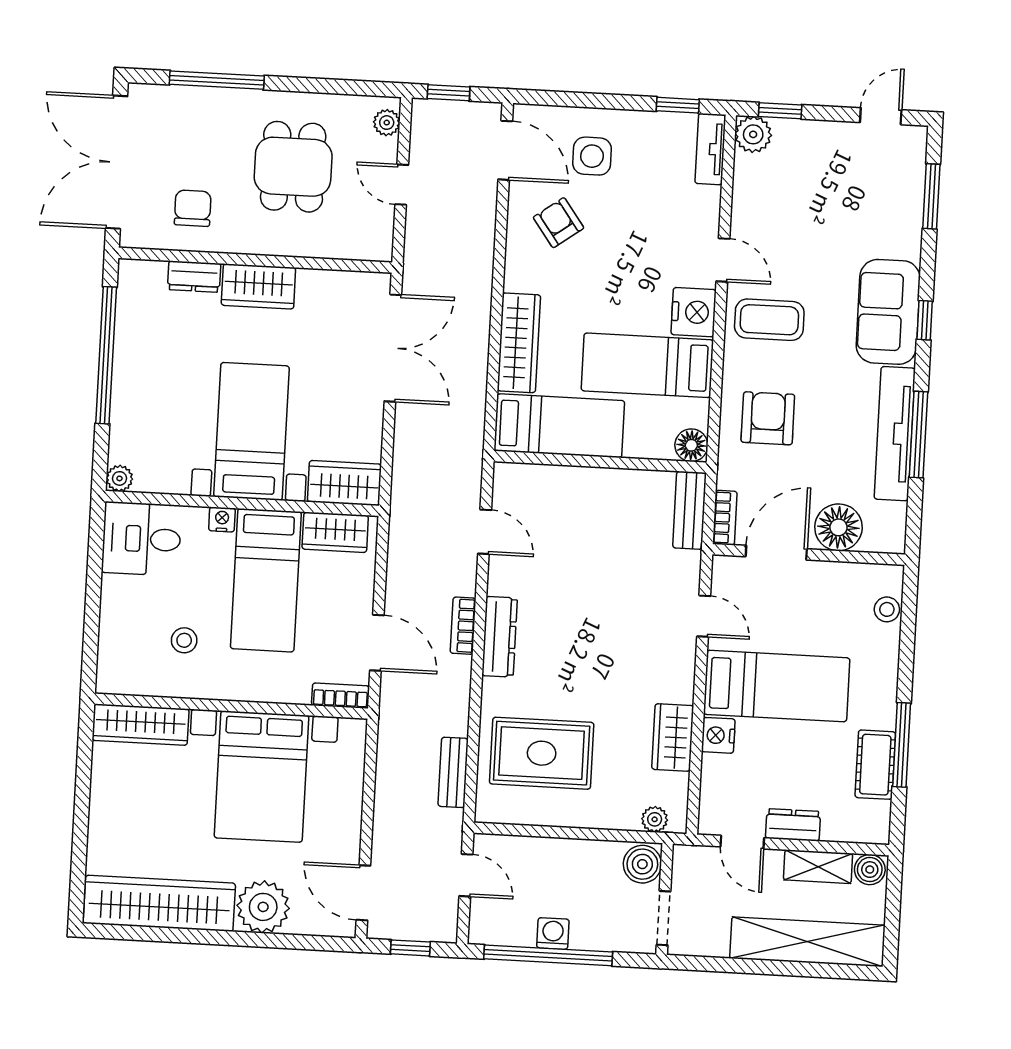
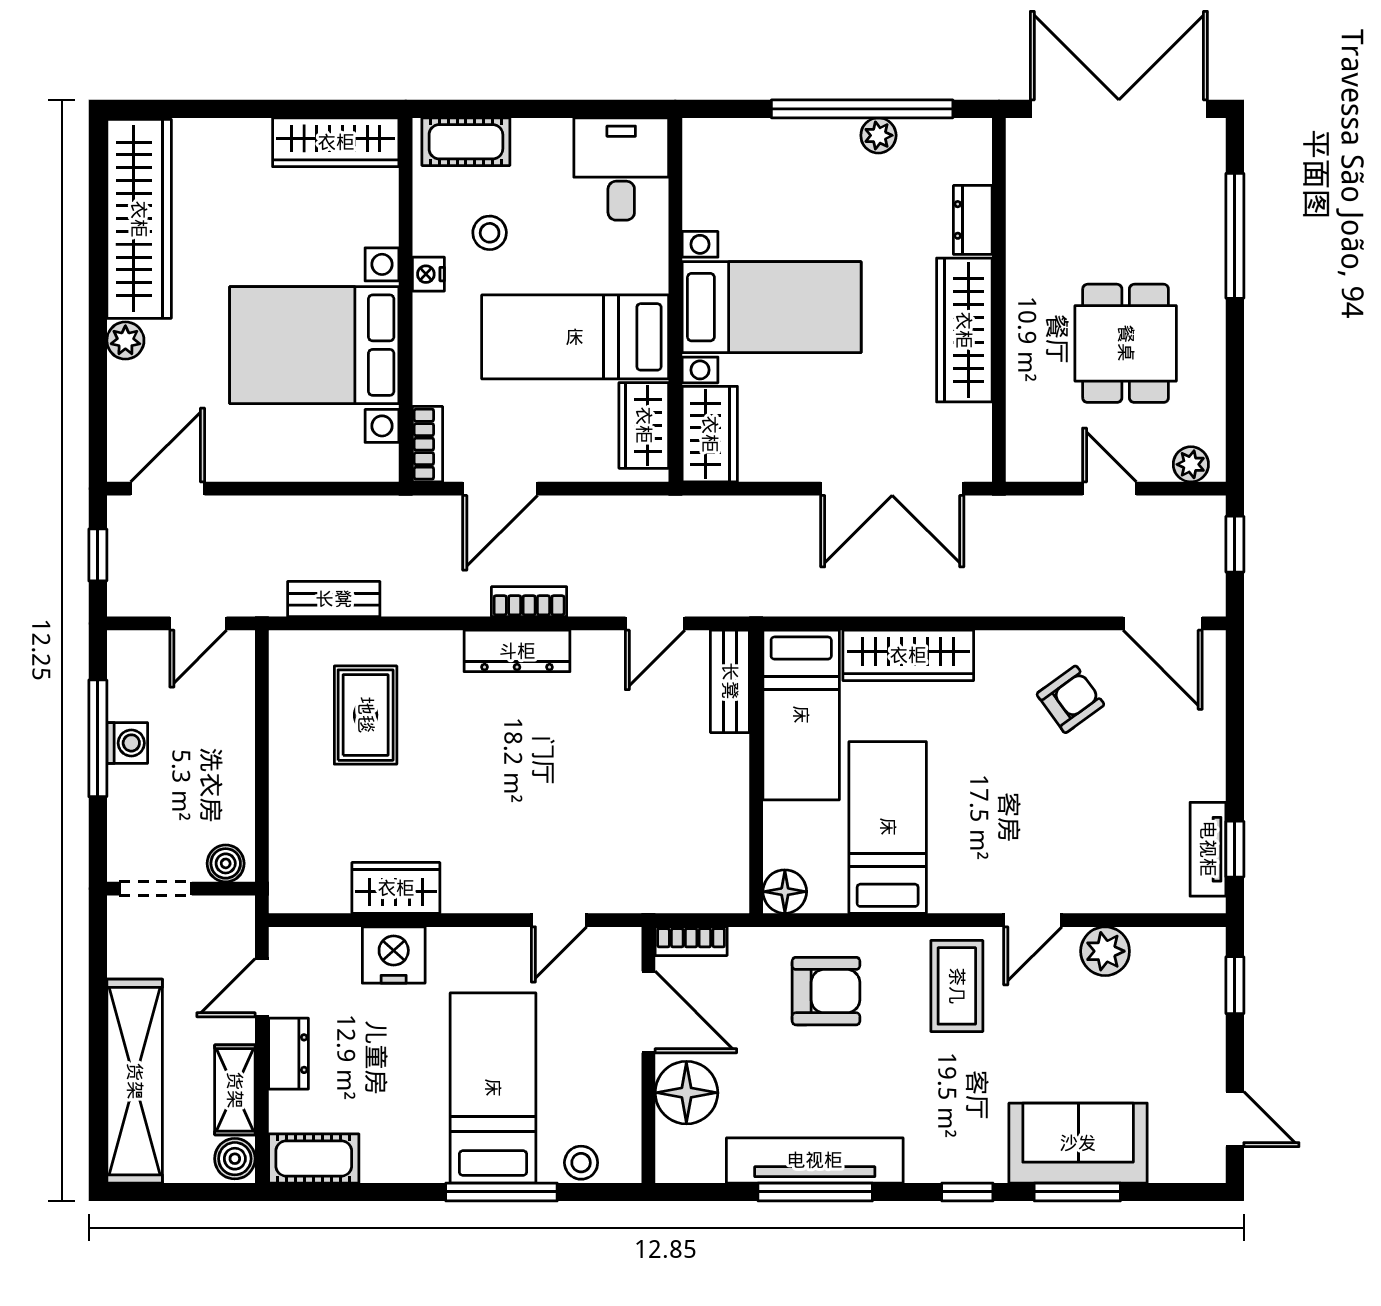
plant: (753, 134) -> (1105, 951), moved
tv unit: (710, 149) -> (1208, 849), moved, turned -90
door: (505, 150) -> (1163, 623), hinge flipped
side table: (592, 156) -> (1161, 739), removed
dining table: (293, 167) -> (1126, 343), turned 90
door: (402, 185) -> (1110, 489), hinge flipped
window: (931, 196) -> (1077, 1192), moved
chair: (193, 208) -> (1063, 213), removed
wardrobe: (258, 286) -> (964, 330), width x1.50
nightstand: (694, 312) -> (961, 885), removed
sofa: (888, 312) -> (1078, 1143), moved
plant: (120, 478) -> (878, 135), moved
bench: (690, 510) -> (730, 681), moved, turned 90
nightstand: (222, 519) -> (428, 274), moved, turned 180
cot: (115, 654) -> (466, 142), added
bed: (777, 686) -> (493, 1088), moved, turned 180
wardrobe: (141, 725) -> (336, 142), moved, turned -90
nightstand: (718, 735) -> (394, 955), width x1.36, depth x1.33
window: (902, 745) -> (501, 1192), moved
rug: (542, 753) -> (366, 715), width x0.73, depth x0.70
cot: (875, 765) -> (314, 1158), moved
plant: (655, 819) -> (286, 870), removed
boiler: (642, 864) -> (226, 863), width x0.73, depth x0.73
plant: (263, 907) -> (125, 340), width x0.53, depth x0.53
window: (548, 955) -> (98, 738), width x0.68

